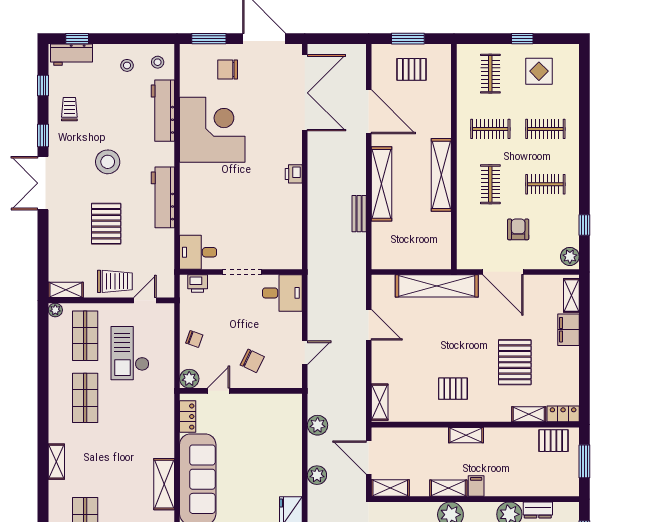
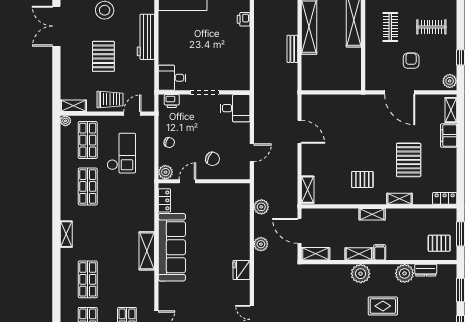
shelving: (437, 286) -> (350, 103), removed
checkout: (130, 353) -> (121, 153), turned 180
shelving: (529, 414) -> (400, 199), moved
pallet: (553, 441) -> (439, 243), moved

